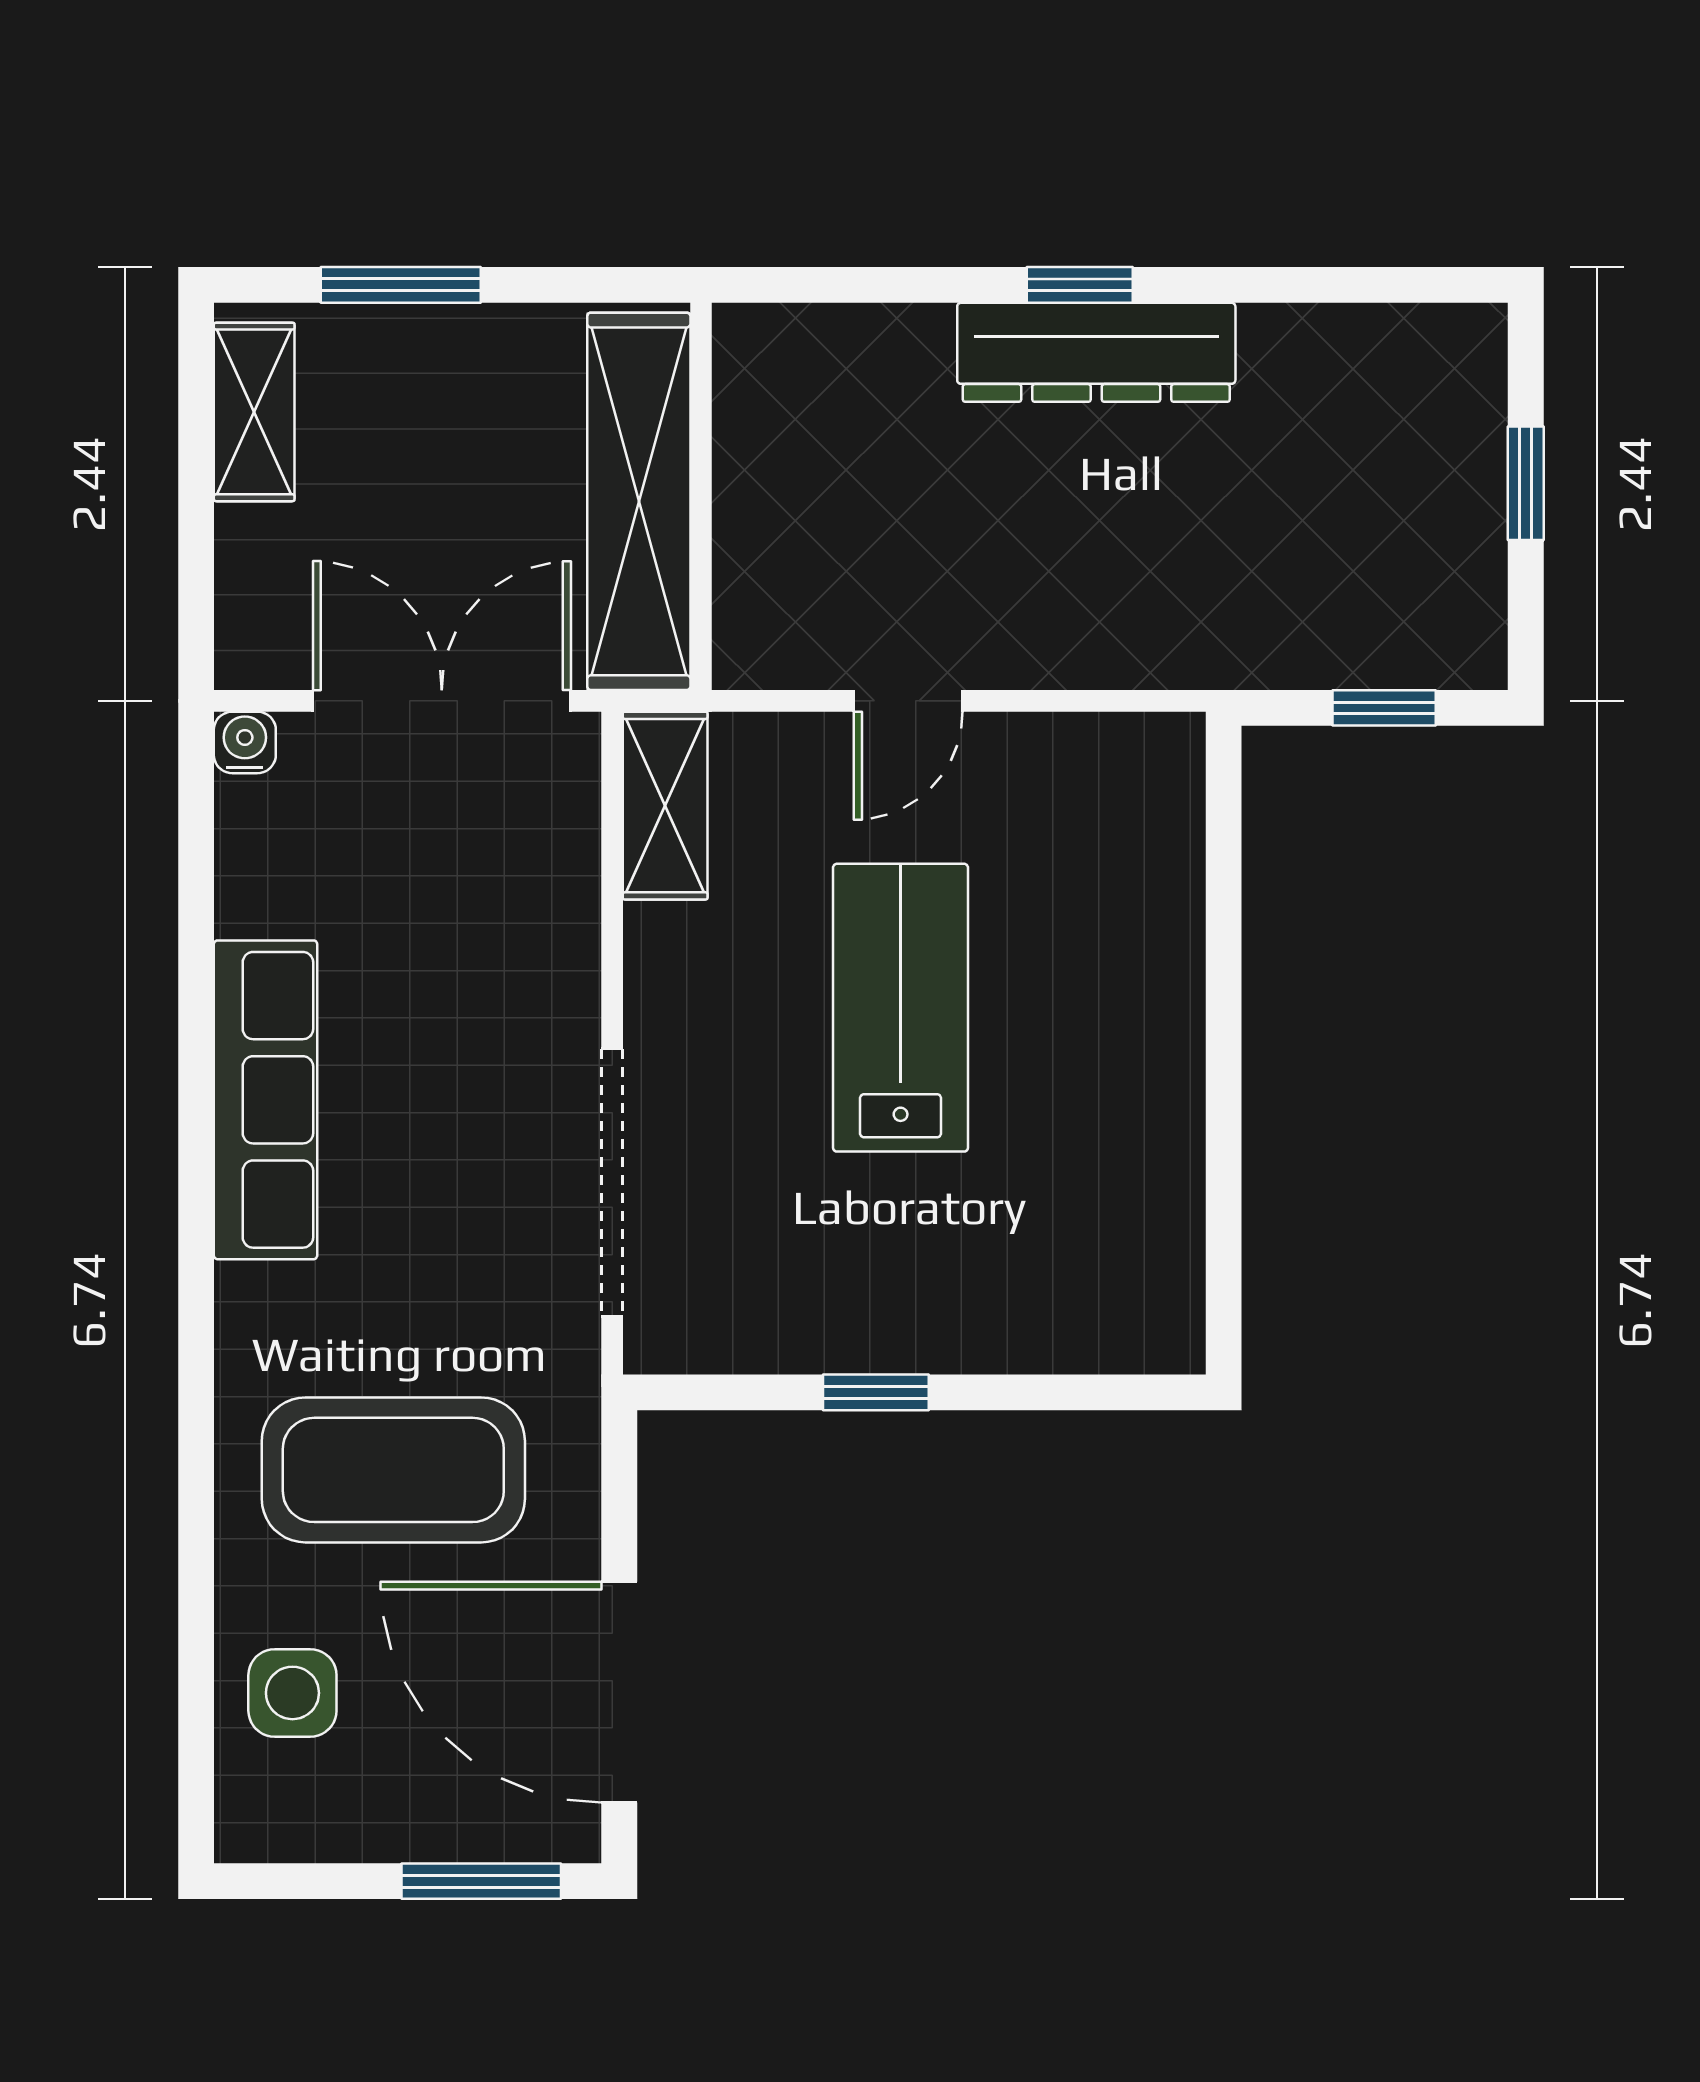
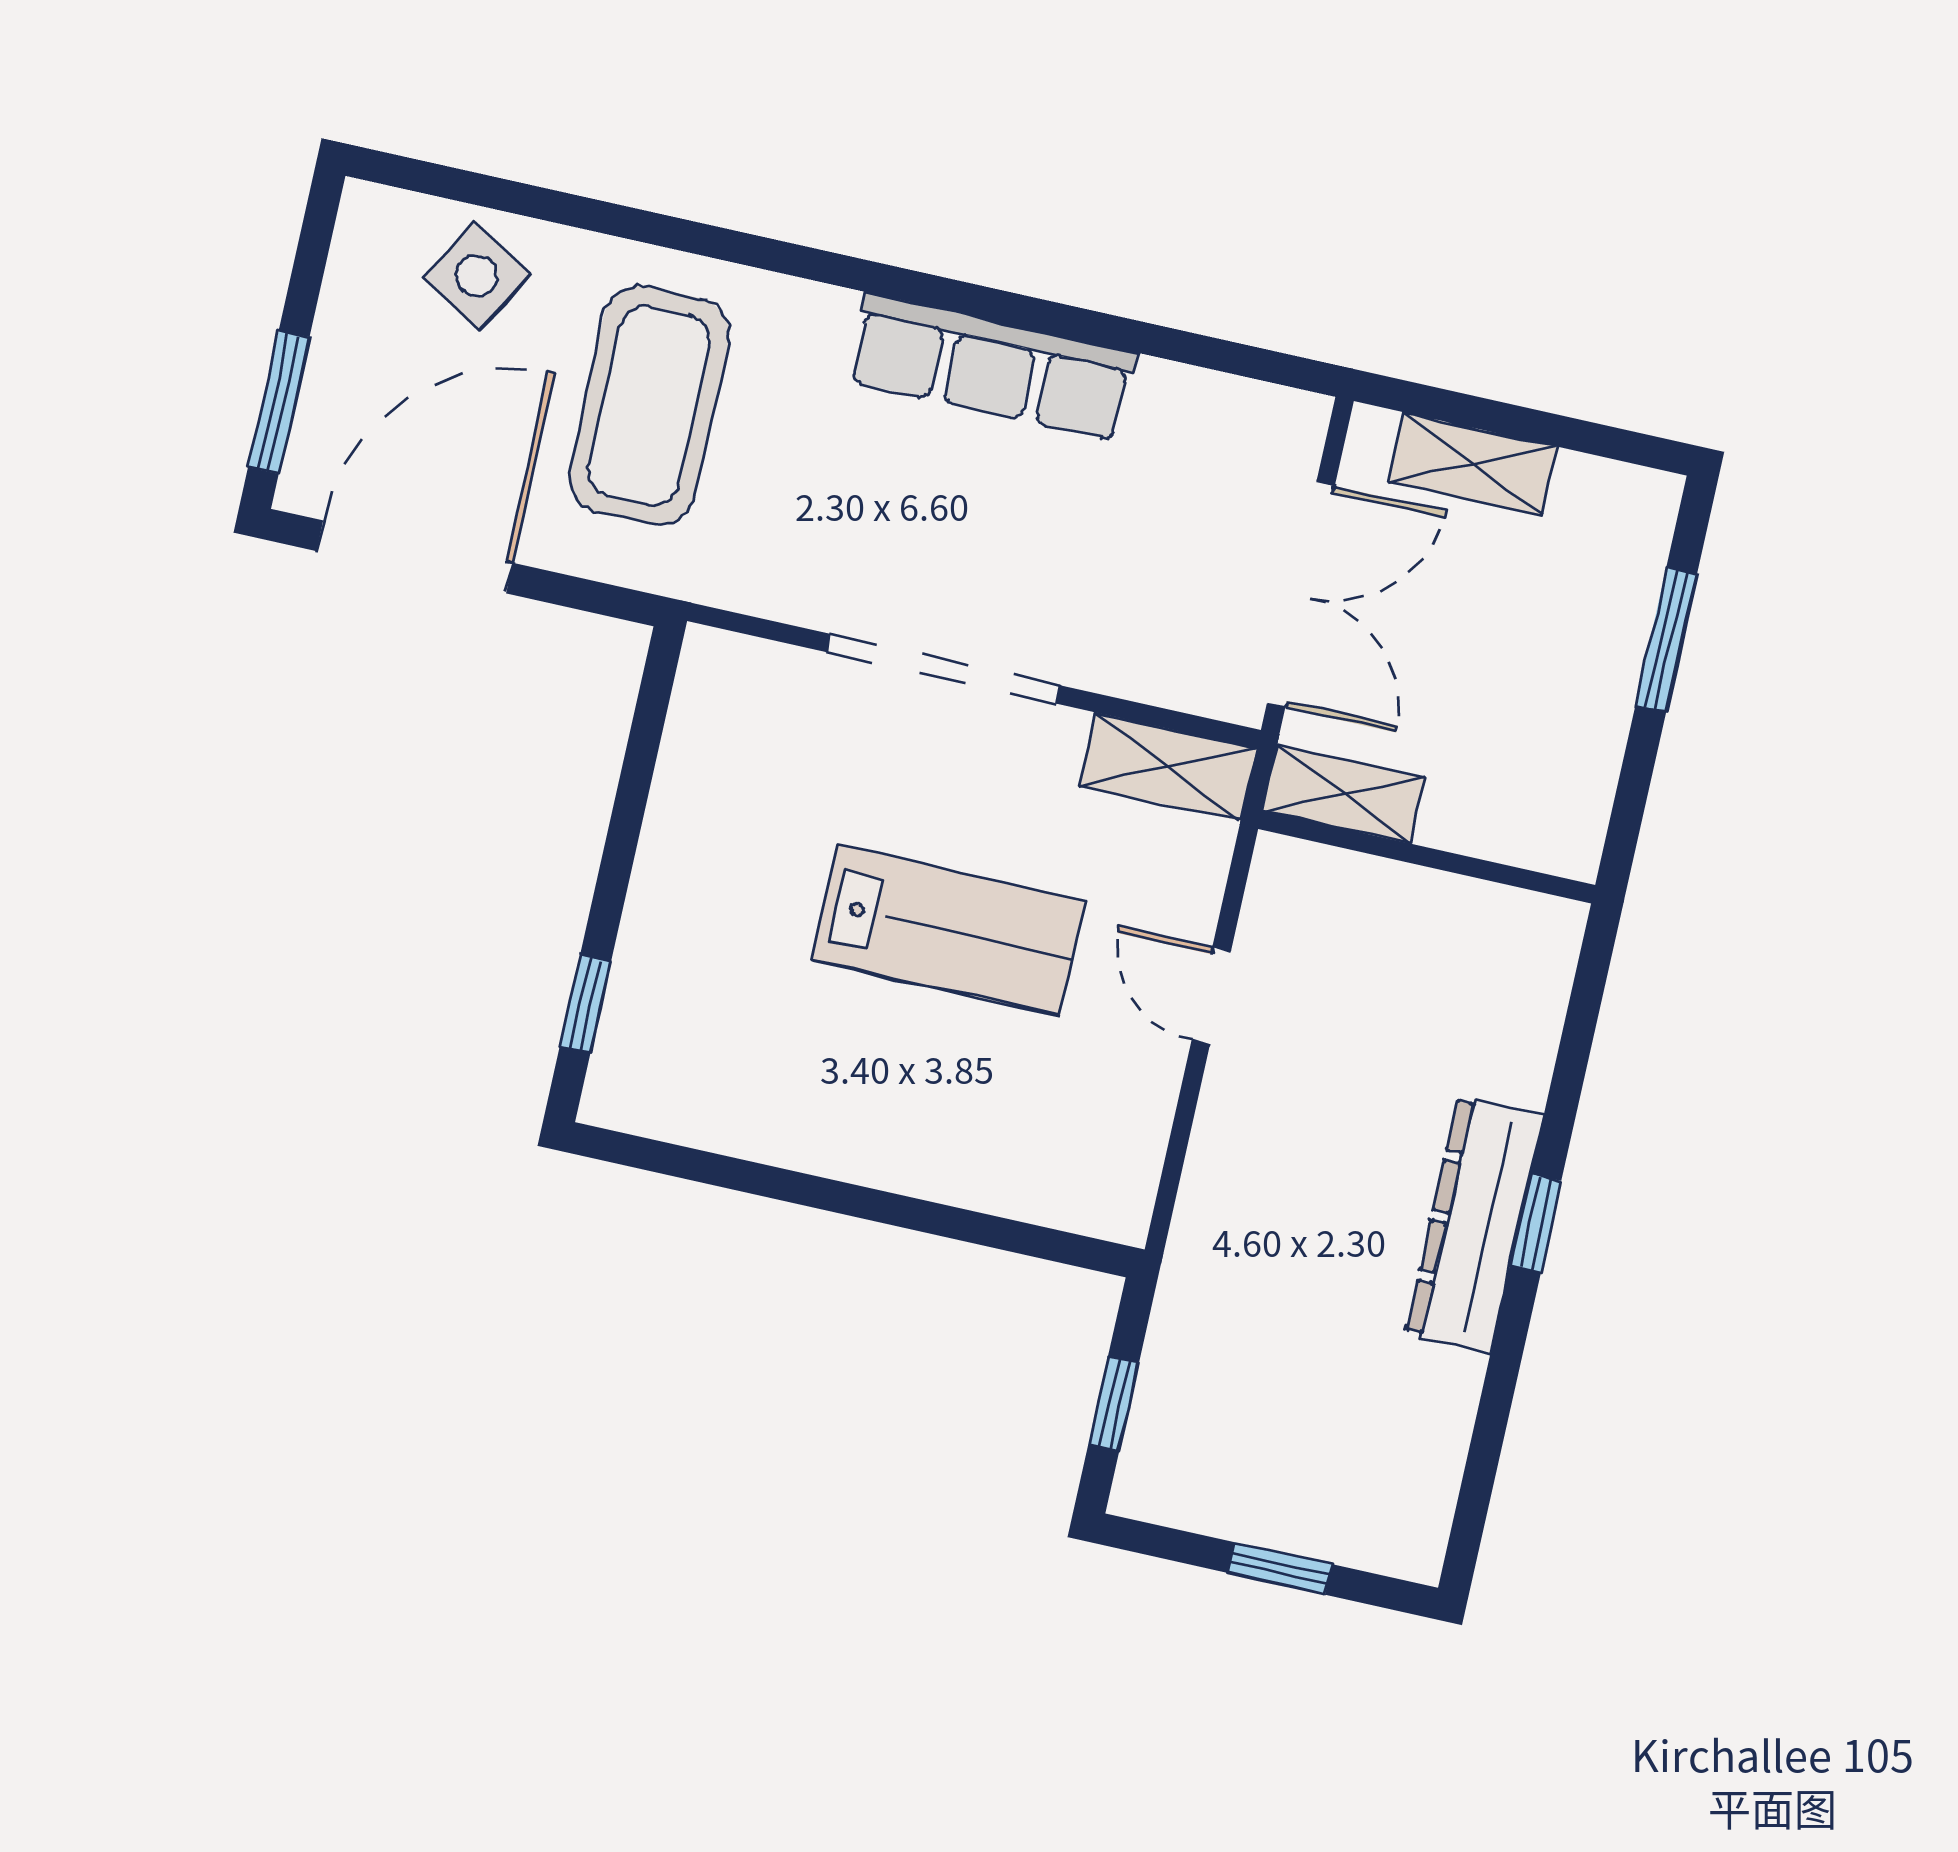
shelving: (254, 412) -> (1472, 464), moved
shelving: (639, 501) -> (1343, 794), width x0.45, depth x0.75
water cooler: (245, 742) -> (1303, 418), removed
doorway: (612, 1183) -> (943, 669), moved
window: (876, 1392) -> (585, 1004), moved
side table: (292, 1693) -> (477, 276), turned 30

